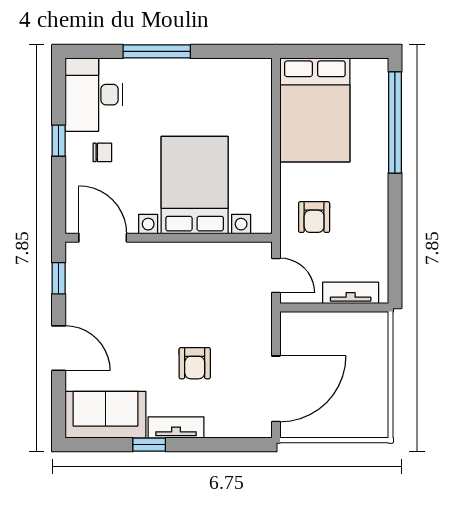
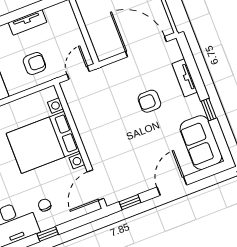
tv unit: (351, 293) -> (27, 22), moved, turned -90
armchair: (195, 363) -> (149, 101), turned 180
tv unit: (176, 428) -> (185, 78), moved

